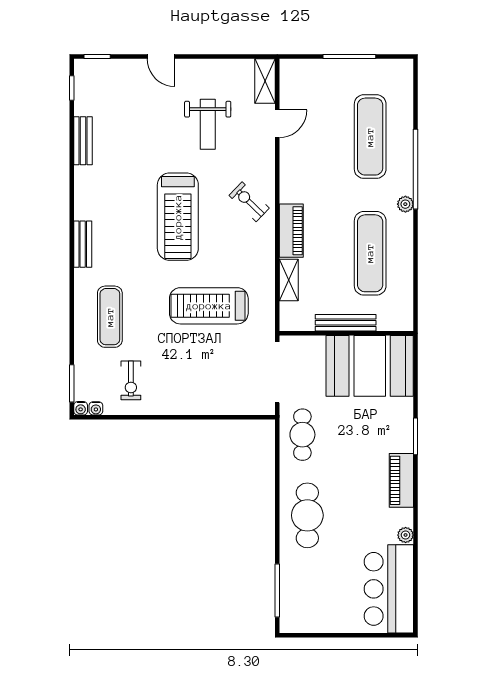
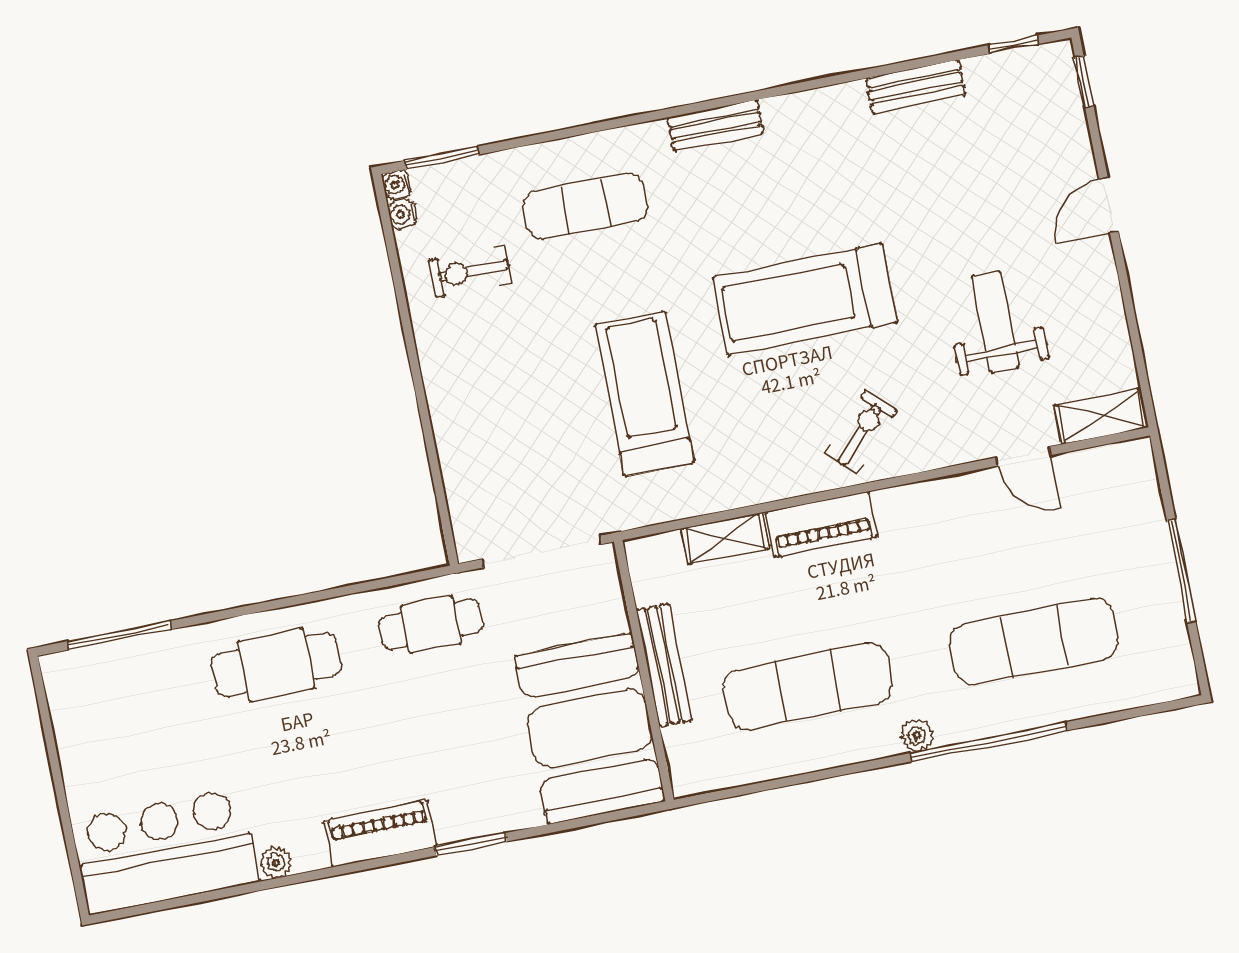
weight bench: (208, 124) -> (996, 322), turned 90

